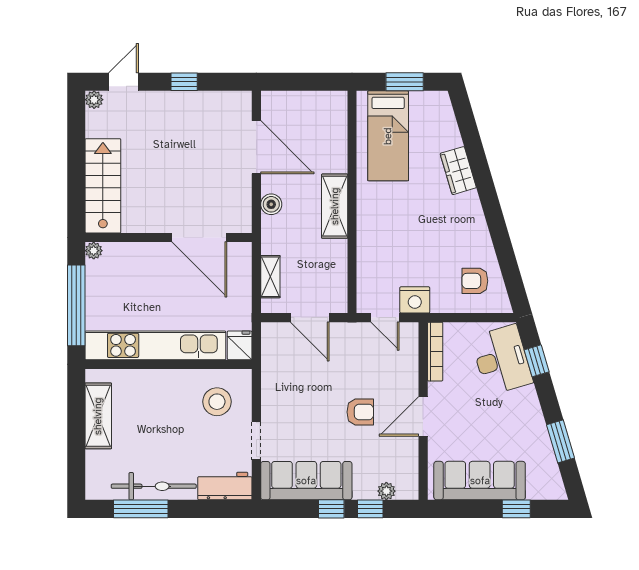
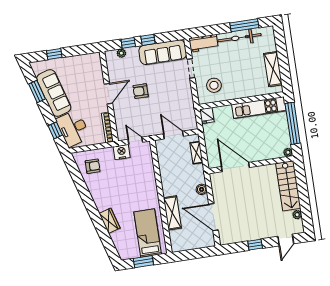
plant: (94, 100) -> (297, 215), moved
shelving: (335, 206) -> (172, 213), moved
kitchen unit: (155, 345) -> (259, 108), width x0.73
sofa: (480, 481) -> (54, 93), moved, turned -106

